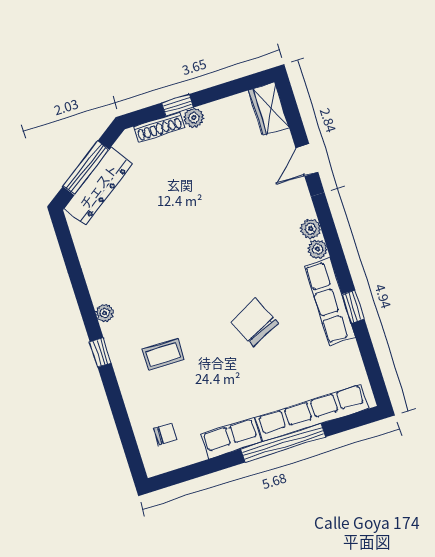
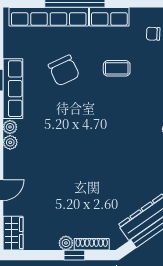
chair: (255, 322) -> (64, 70), moved
coffee table: (163, 355) -> (117, 68), moved

